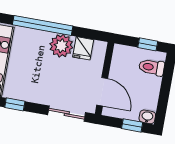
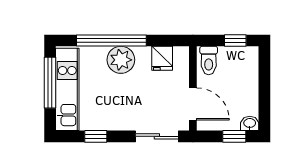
plant: (61, 46) -> (121, 60), moved
toilet: (152, 67) -> (209, 60), moved, turned -90

